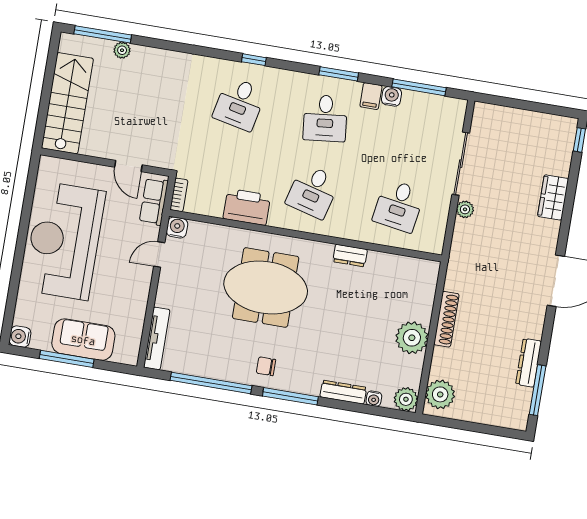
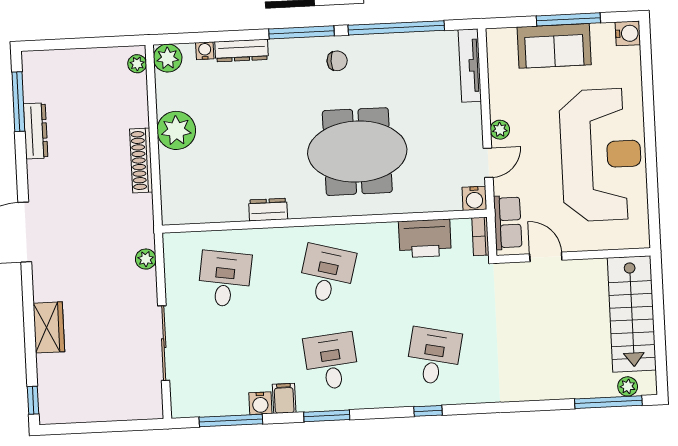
plant: (122, 50) -> (628, 386), moved
printer: (247, 207) -> (425, 238), moved
plant: (465, 209) -> (146, 259), moved
plant: (143, 280) -> (500, 130), added
plant: (440, 394) -> (137, 64), width x0.53, depth x0.53

